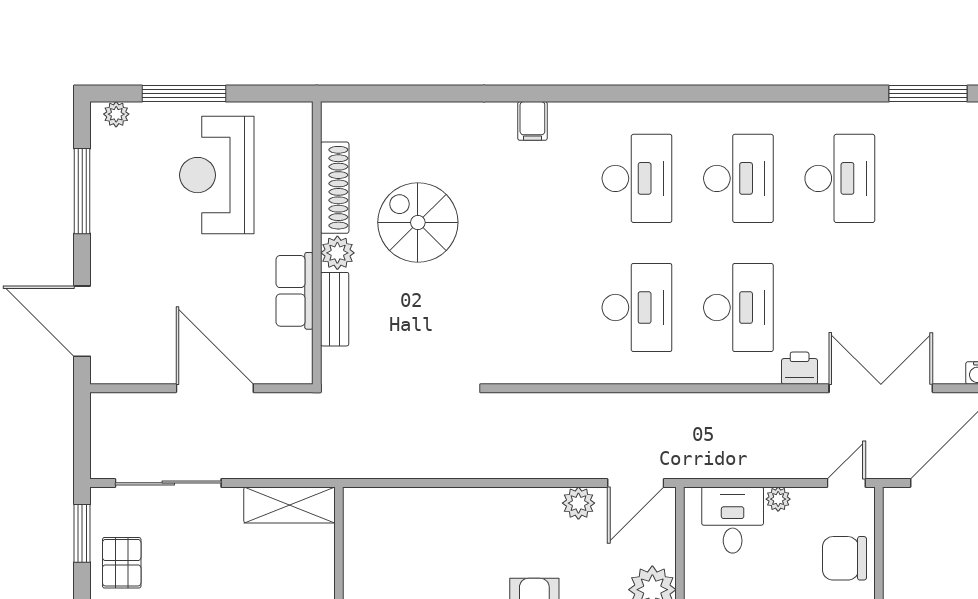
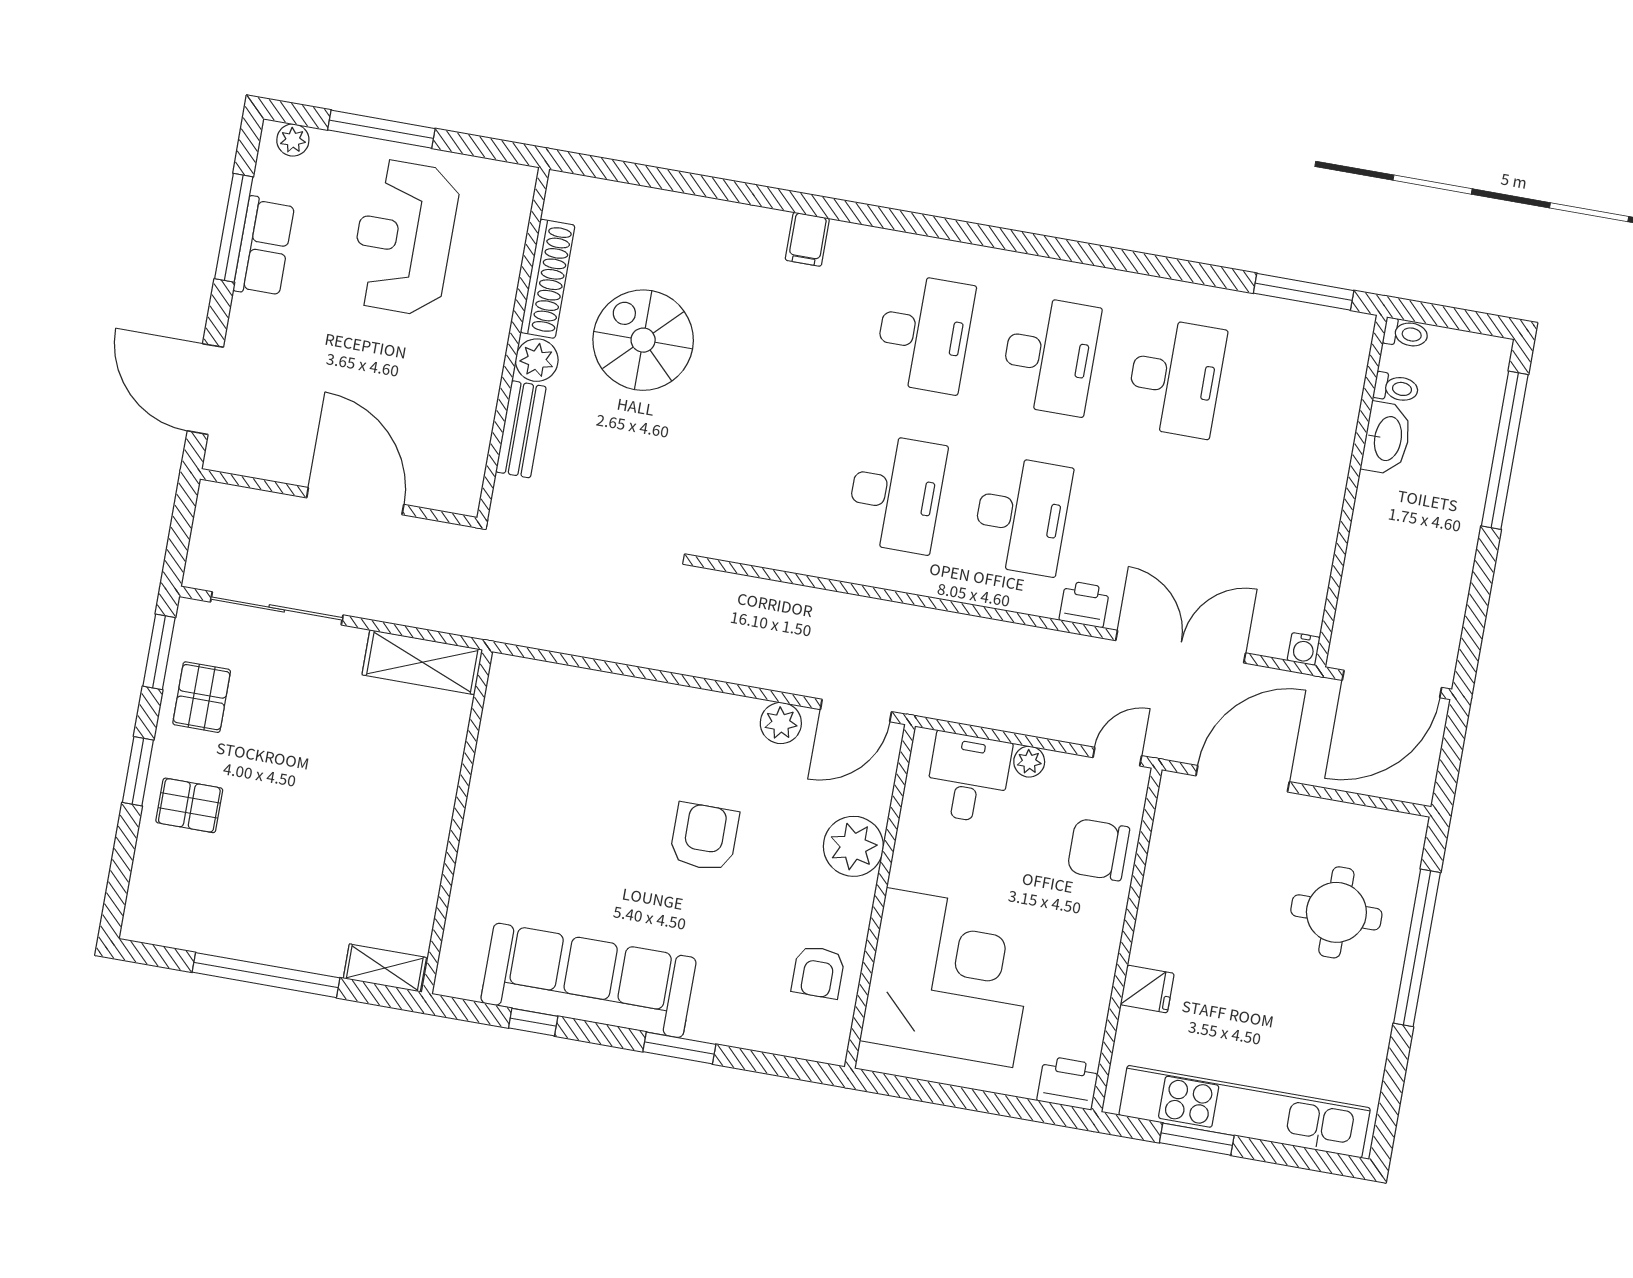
row of seats: (295, 291) -> (264, 247), moved, turned 180

